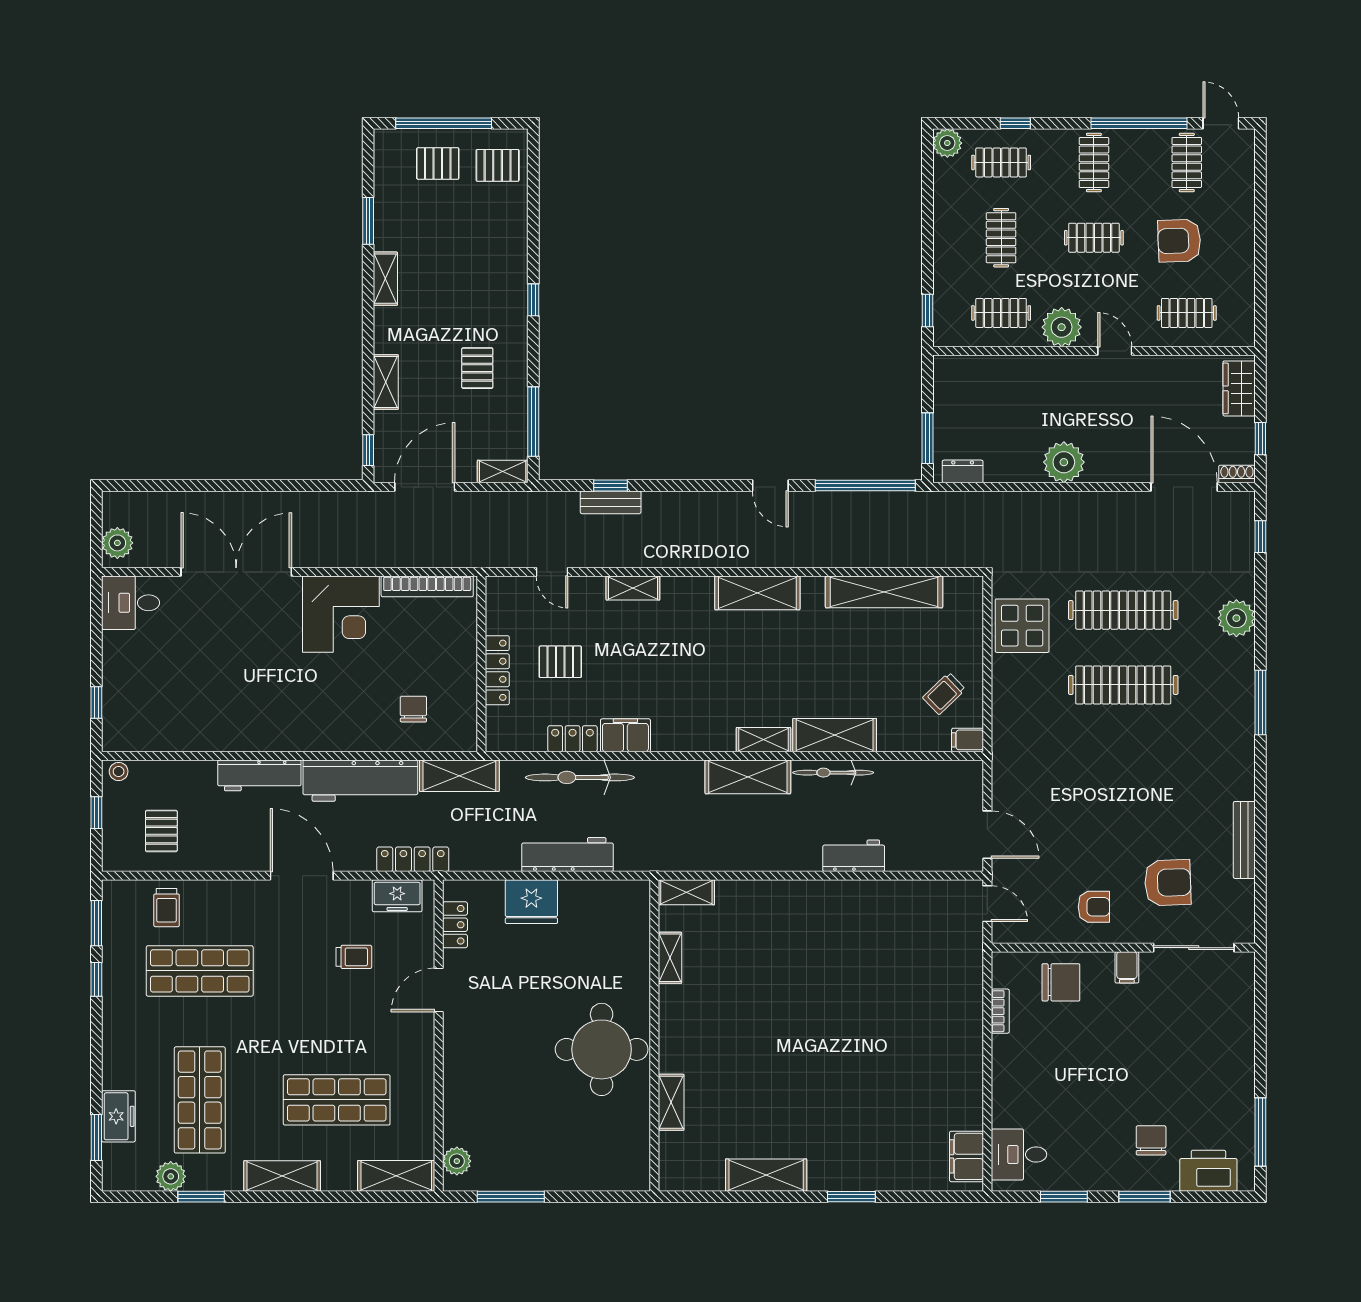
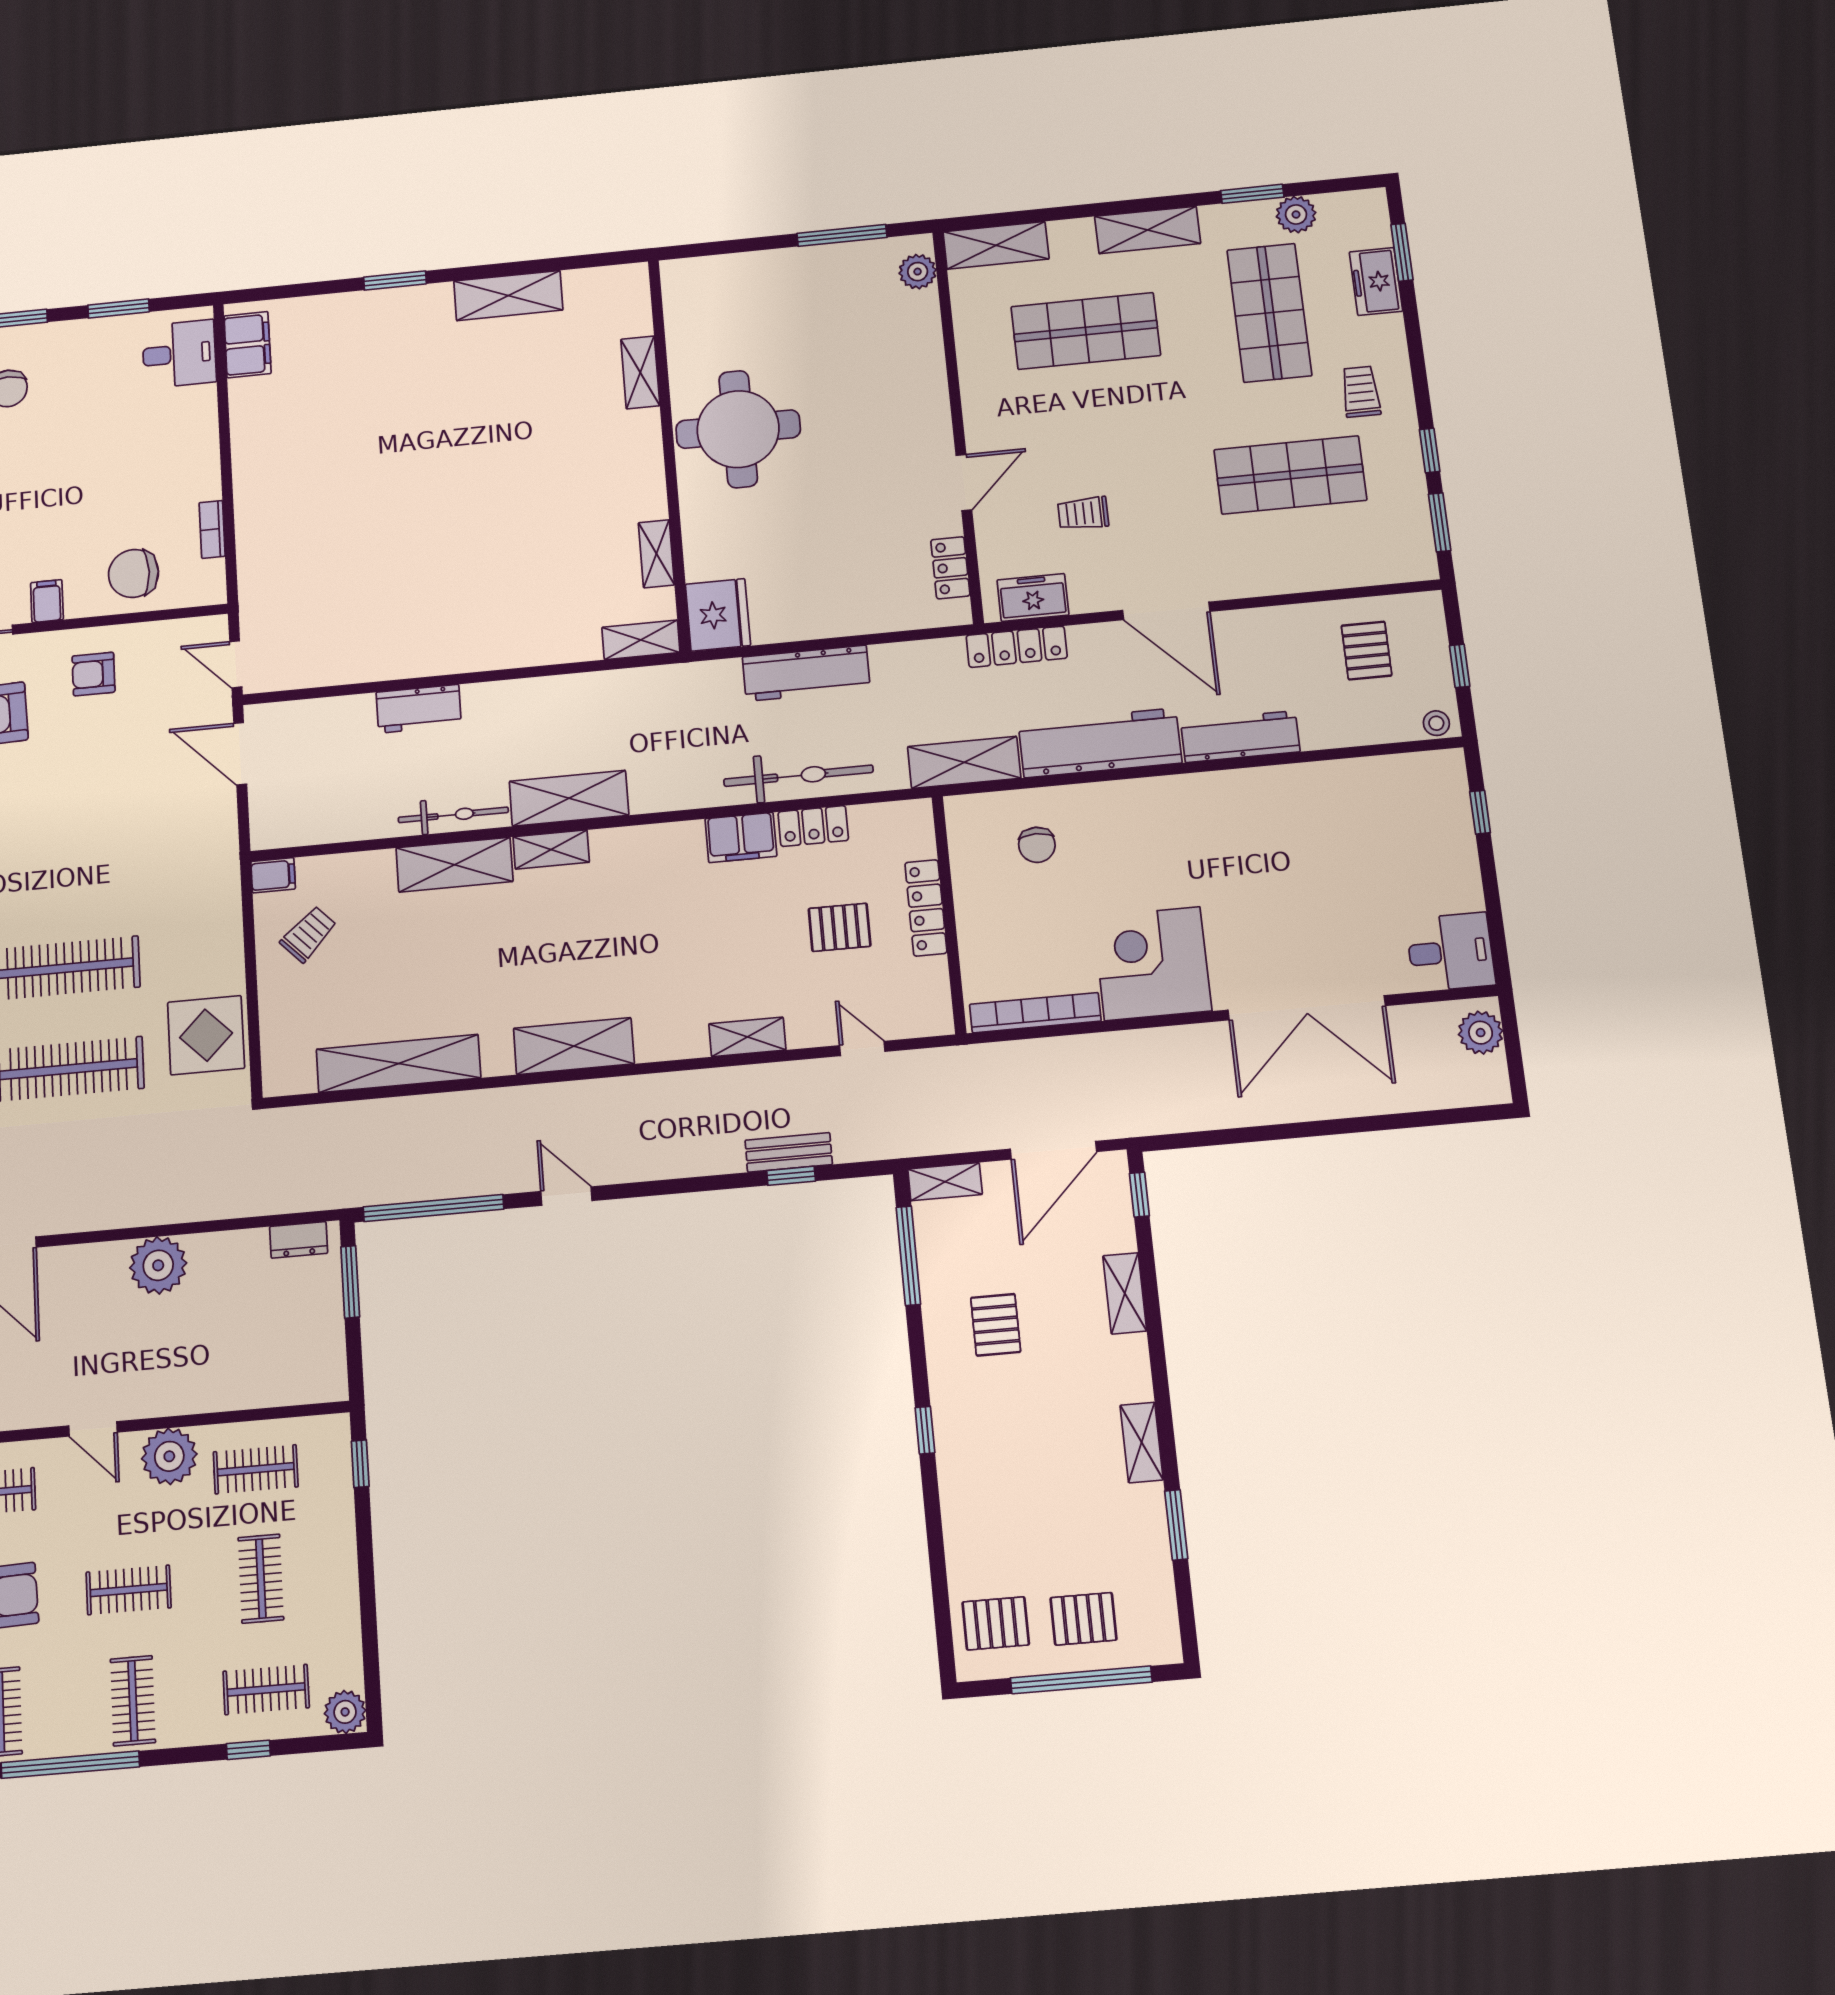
fridge: (531, 902) -> (718, 615), moved, turned 90
trolley: (167, 908) -> (1361, 392), moved

